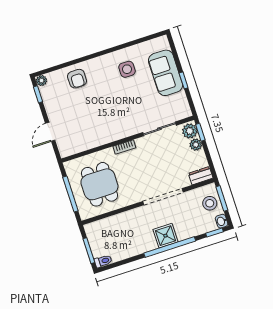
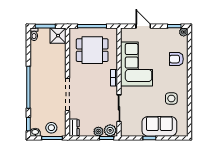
corner sofa: (99, 125) -> (137, 64), added
shower: (165, 236) -> (58, 36), moved

